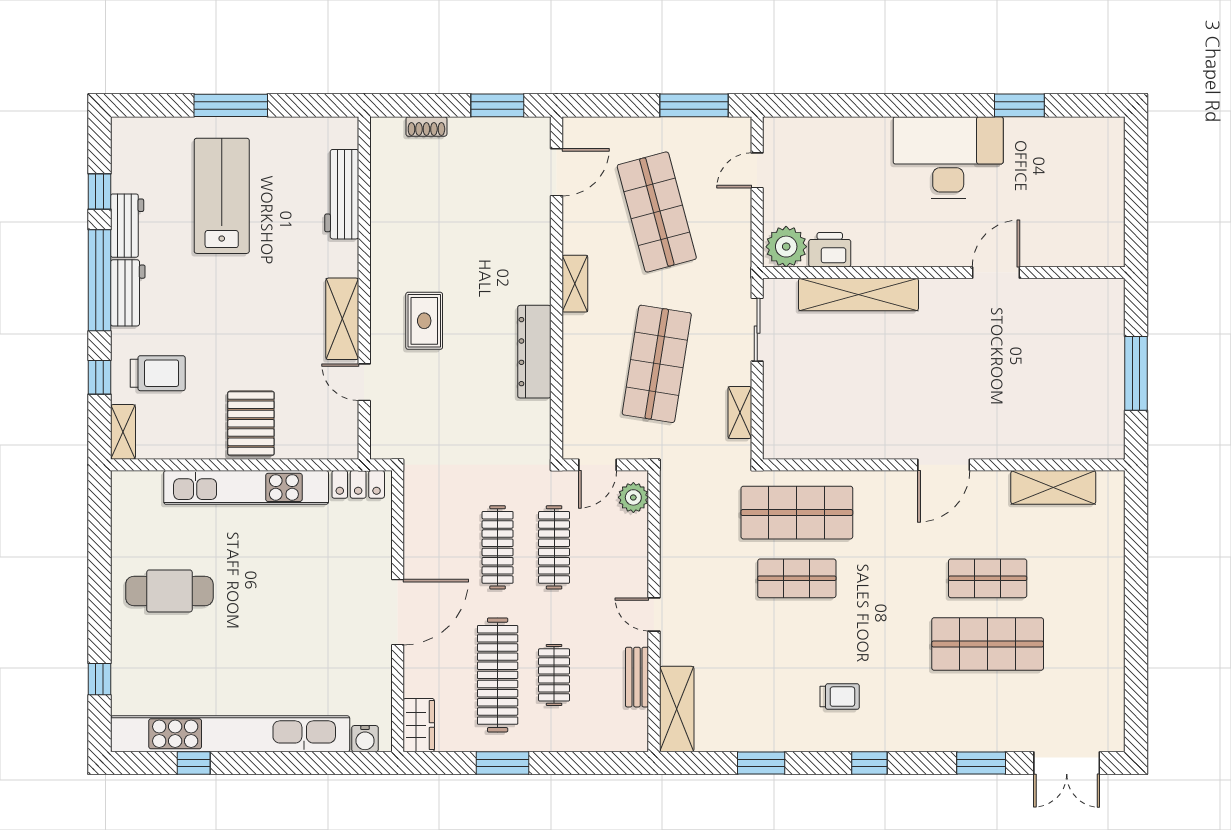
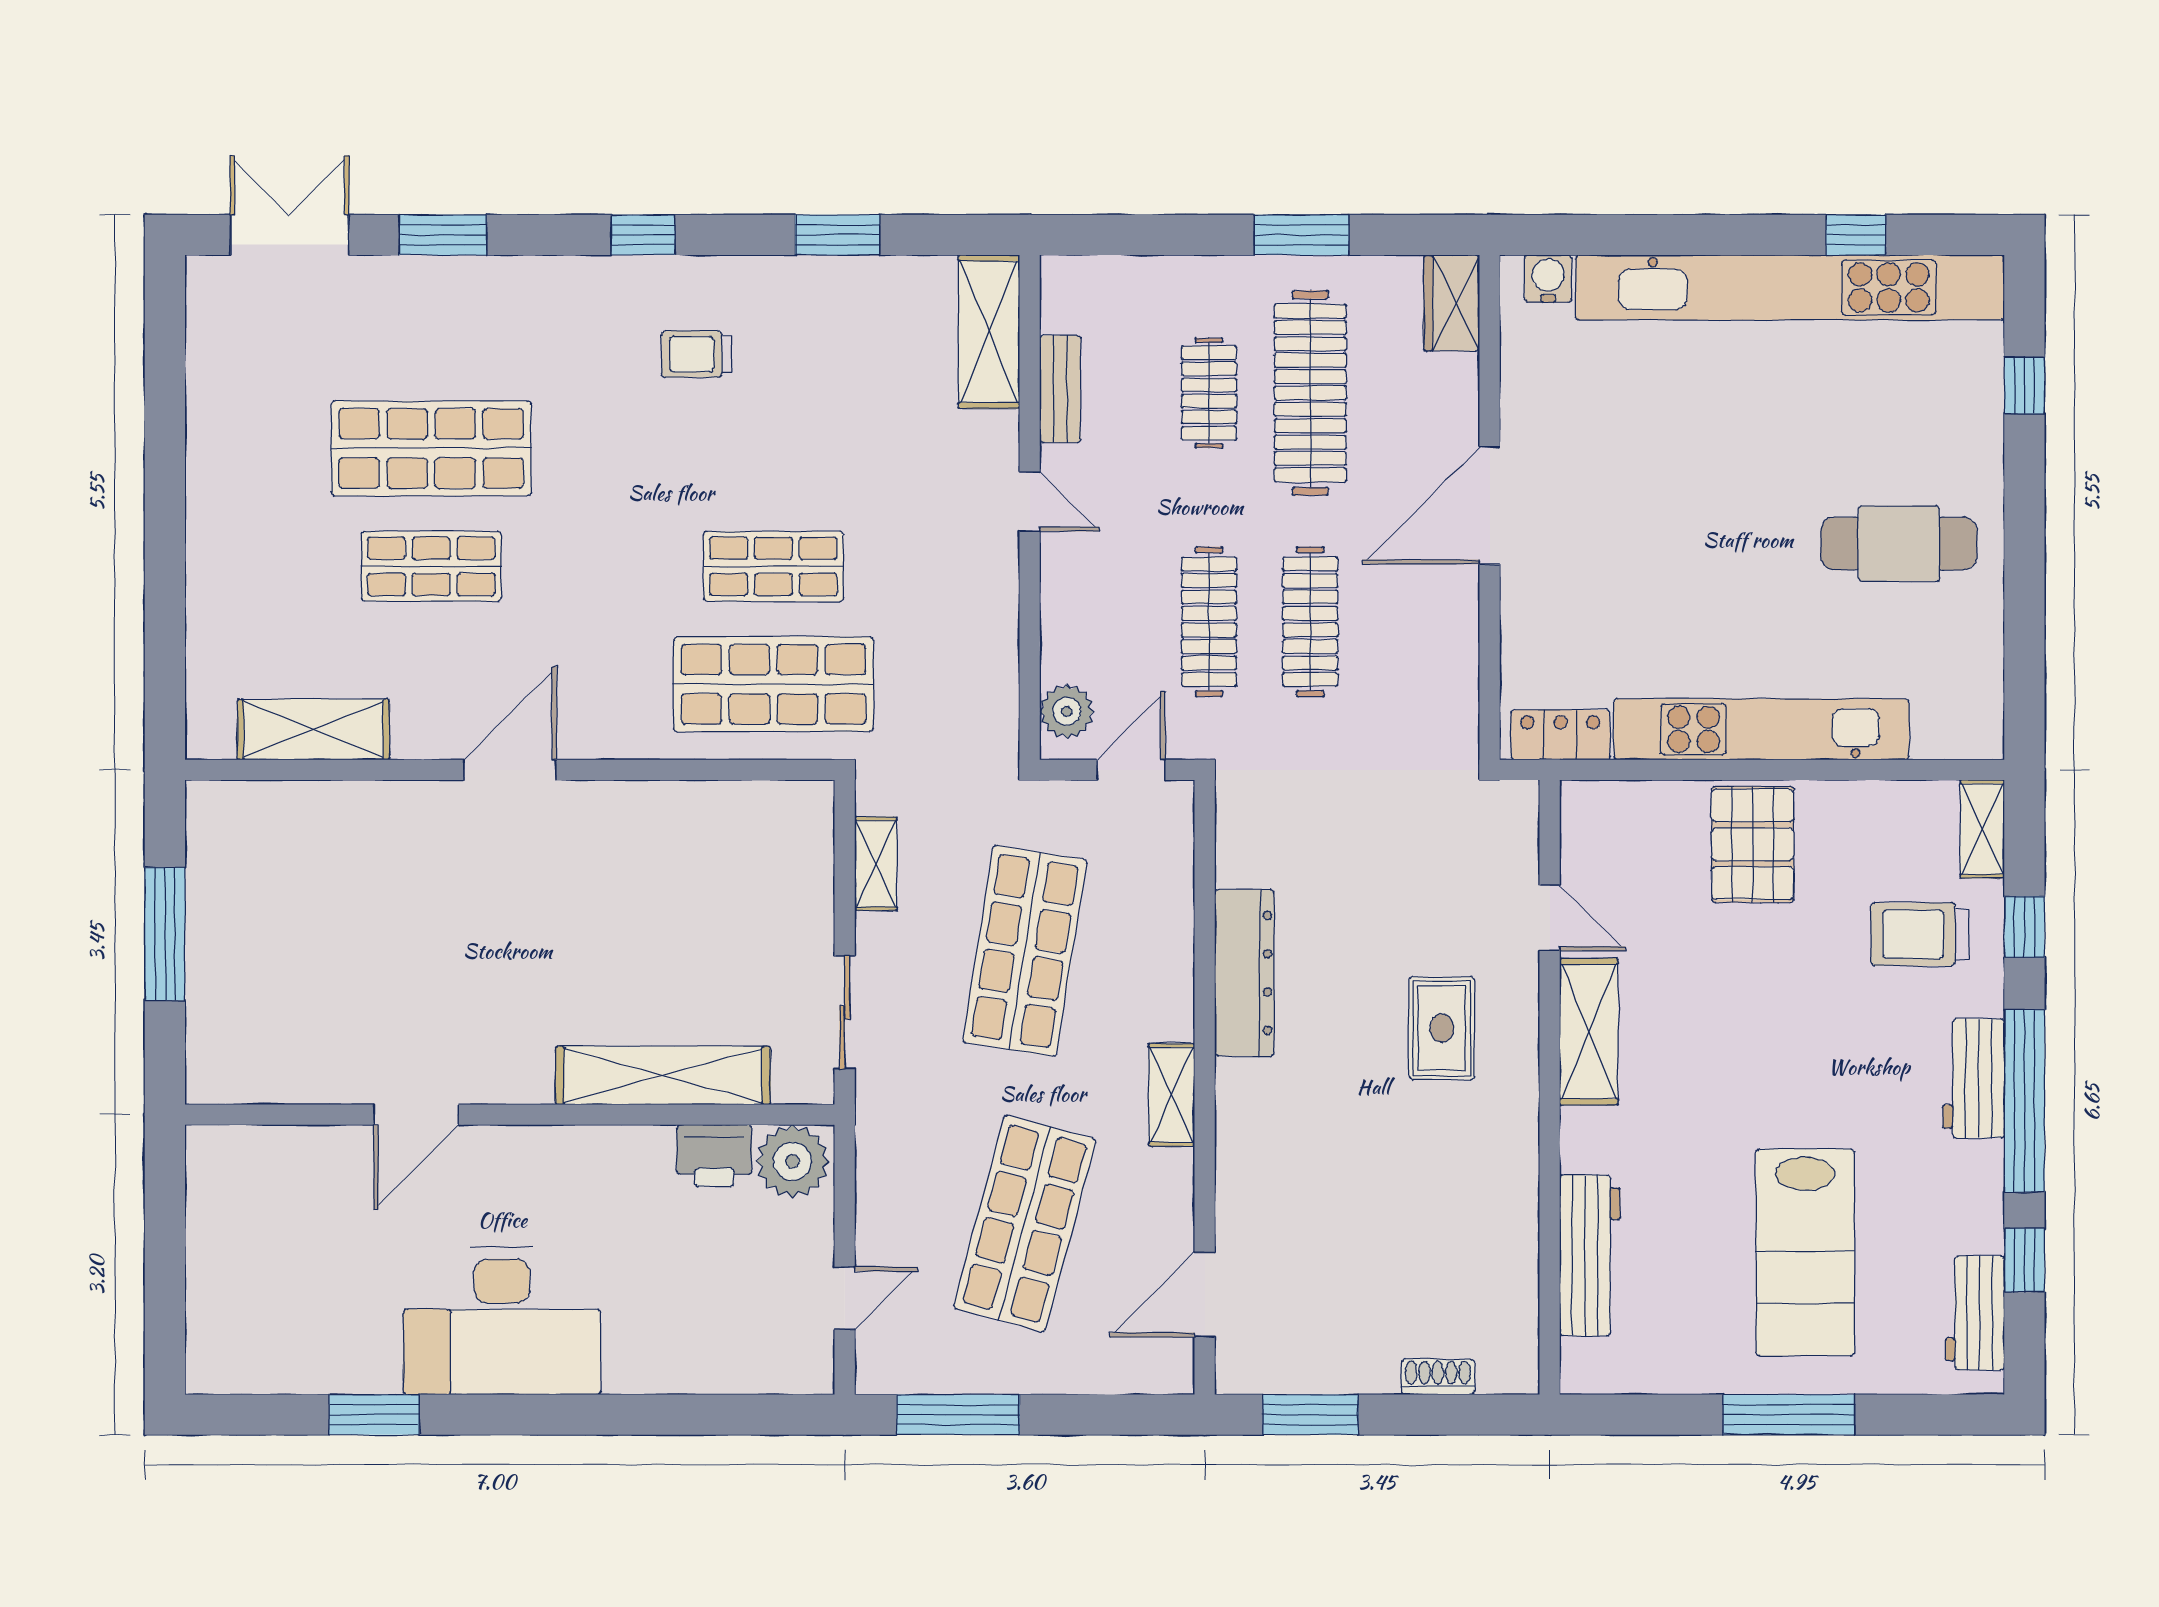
shop shelf: (657, 212) -> (1025, 1223), turned 30
workbench: (127, 226) -> (1975, 1313), moved

